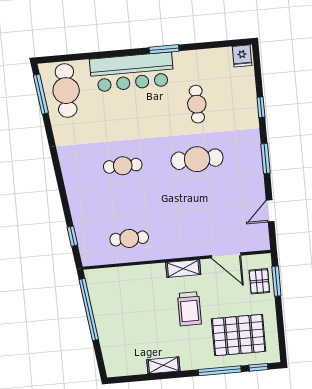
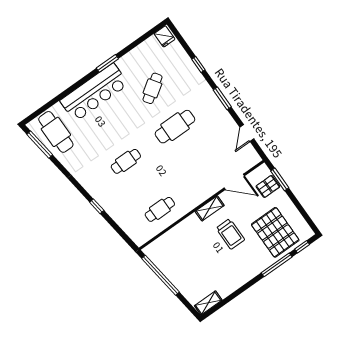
cafe table: (197, 104) -> (152, 88), turned 56
window: (72, 236) -> (97, 206), moved
pallet: (259, 281) -> (268, 186), turned 90
pallet: (239, 335) -> (275, 232), turned 90
shelving: (163, 365) -> (208, 303), moved

